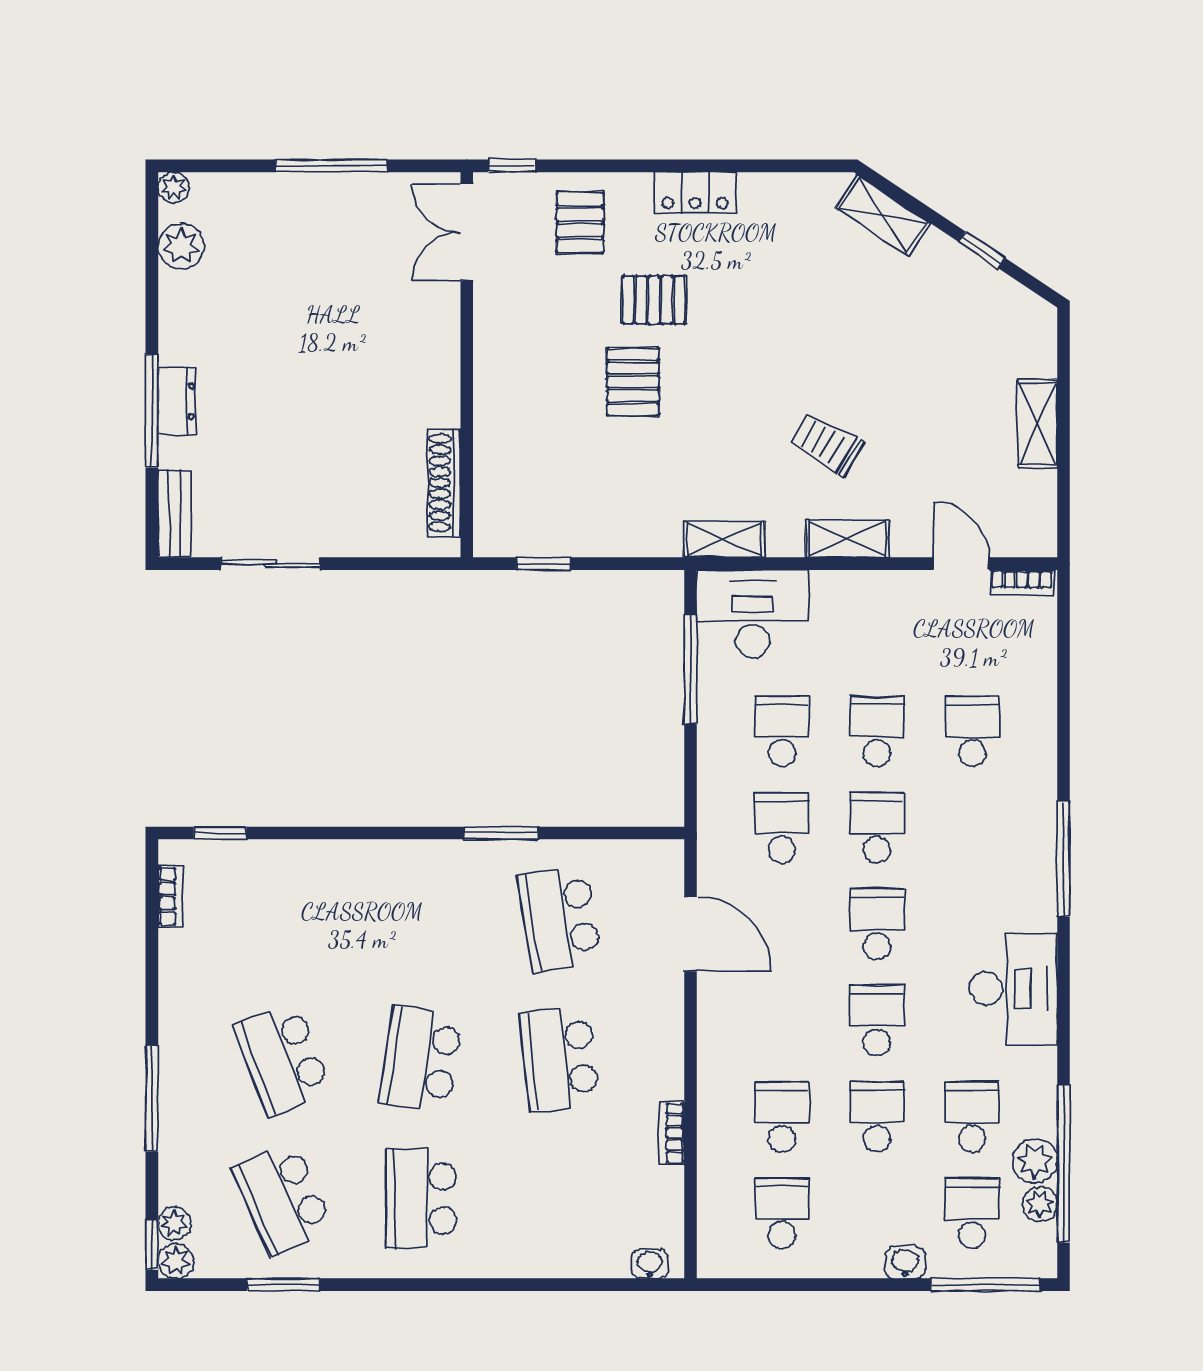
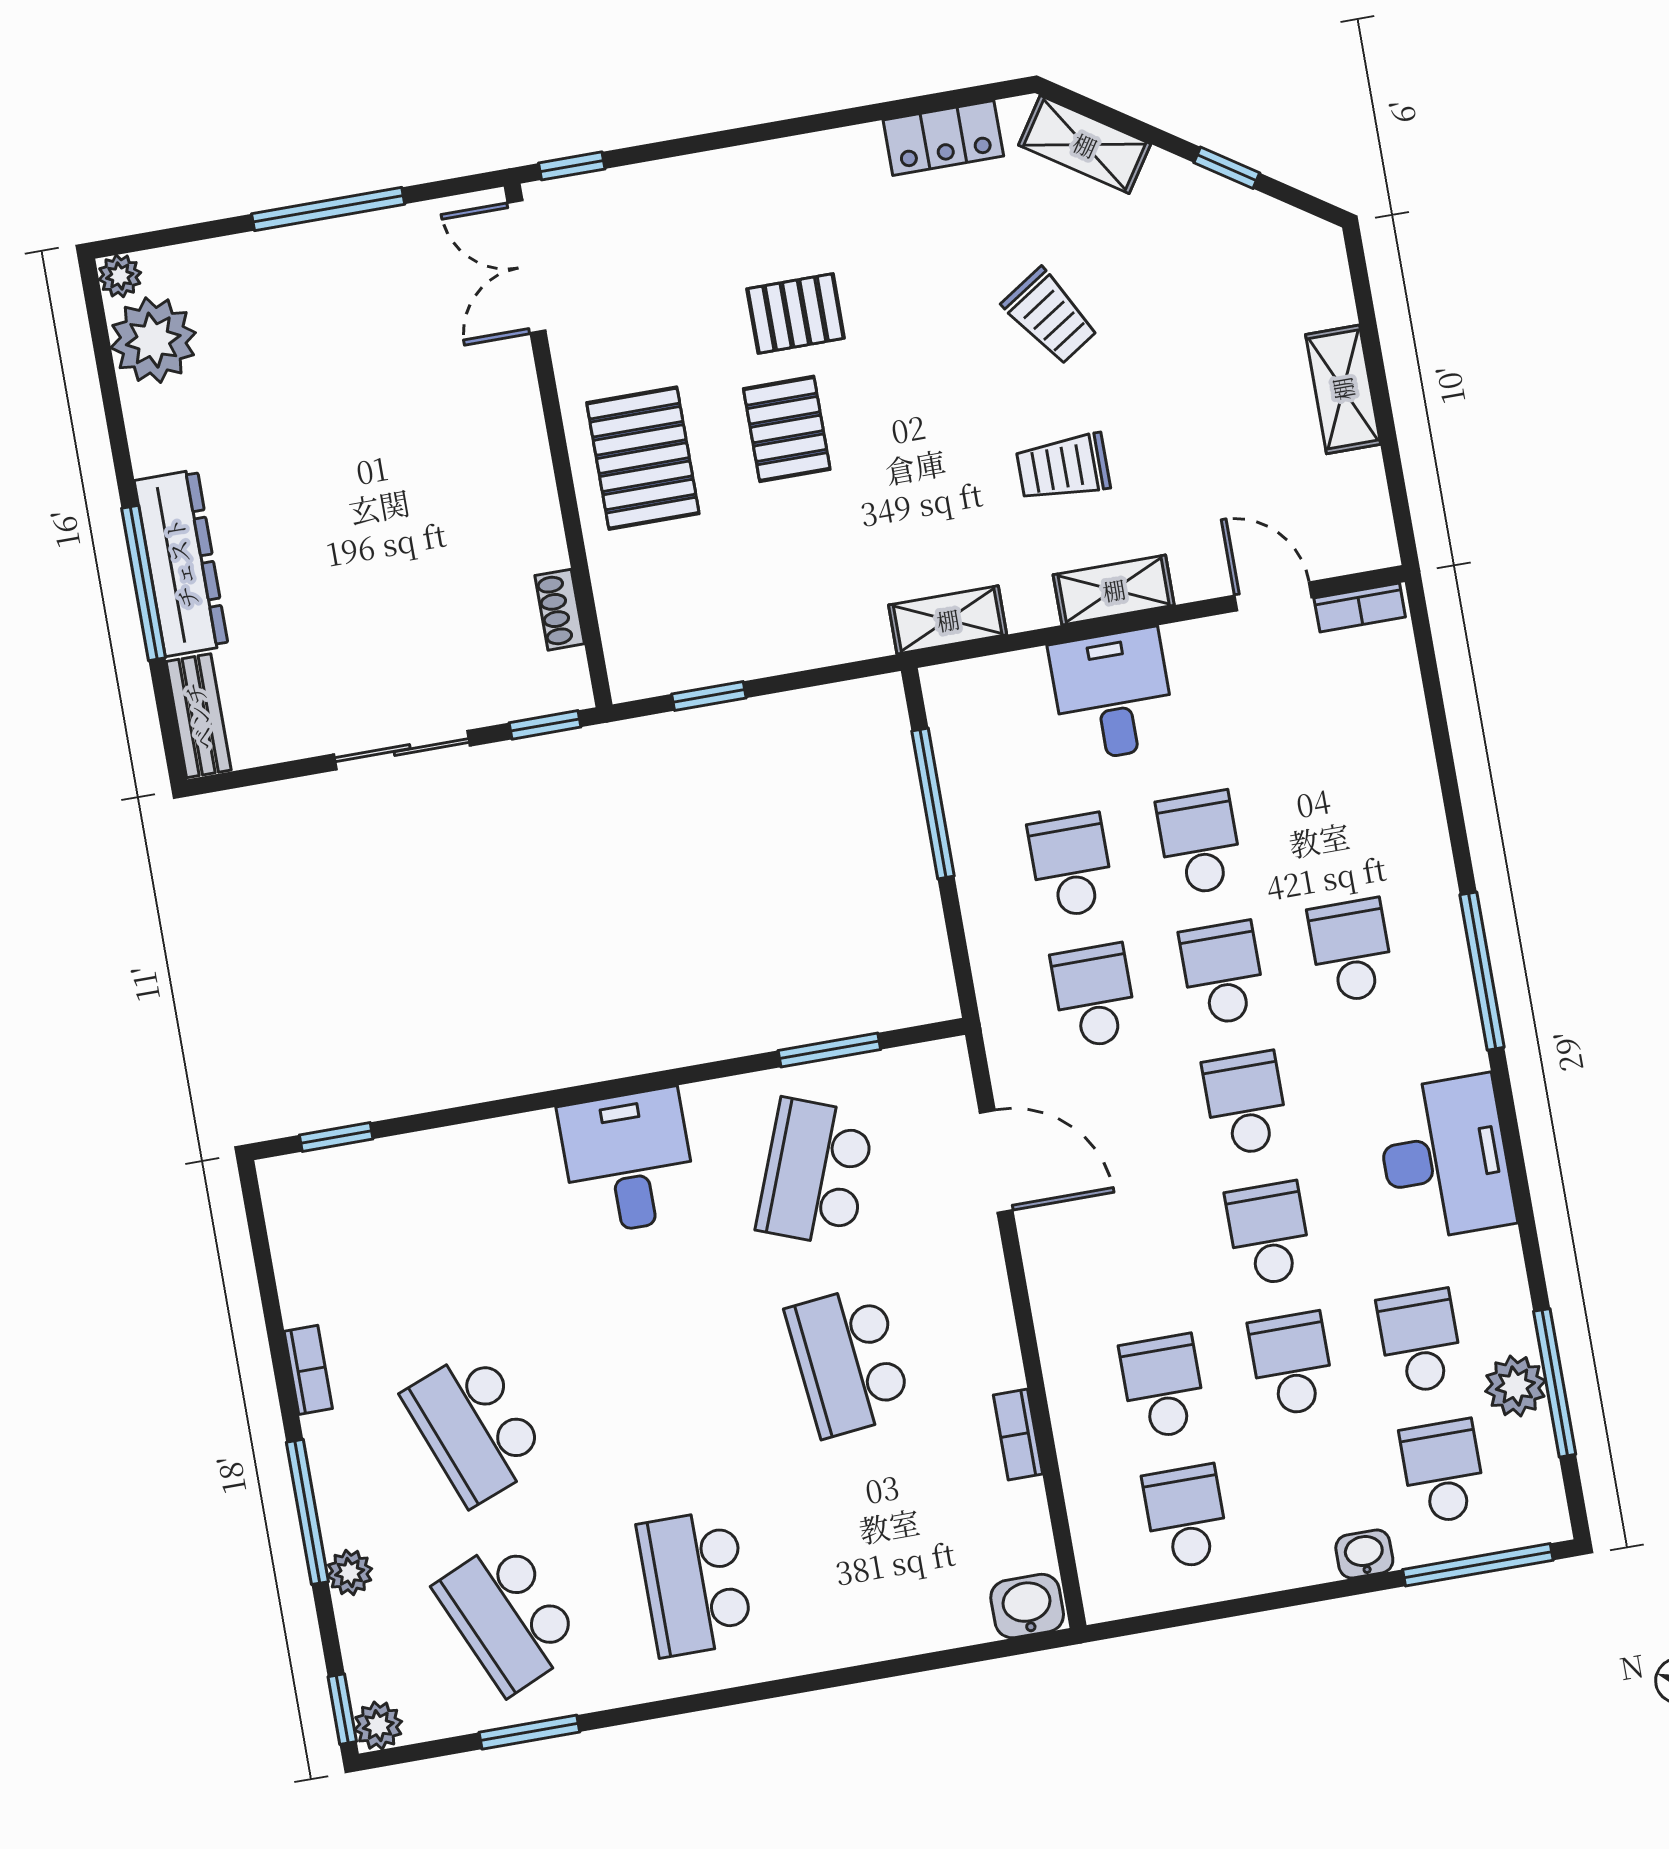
locker: (695, 193) -> (943, 138), moved
pallet: (580, 222) -> (643, 458), moved, width x1.50, depth x1.42
plant: (181, 246) -> (153, 340), width x1.36, depth x1.36
trolley: (836, 334) -> (1050, 316), added
dresser: (177, 401) -> (181, 563), width x1.96, depth x1.24
trolley: (827, 444) -> (1063, 467), turned -30
shoe rack: (444, 483) -> (560, 610), width x0.51, depth x0.81
sliding door: (271, 564) -> (402, 750), moved
window: (422, 564) -> (545, 725), added
desk: (753, 614) -> (1113, 695), moved, width x0.73
school desk: (972, 731) -> (1351, 951), moved
window: (501, 833) -> (829, 1050), moved
desk: (426, 888) -> (628, 1162), added
bookcase: (170, 896) -> (308, 1370), moved
school desk: (559, 919) -> (815, 1172), turned 30
school desk: (421, 1059) -> (662, 1394), removed
window: (1063, 1164) -> (1555, 1383), width x0.68
plant: (1040, 1204) -> (1532, 1443), removed
plant: (174, 1224) -> (350, 1573), moved
washbasin: (650, 1264) -> (1027, 1606), width x1.38, depth x1.45

